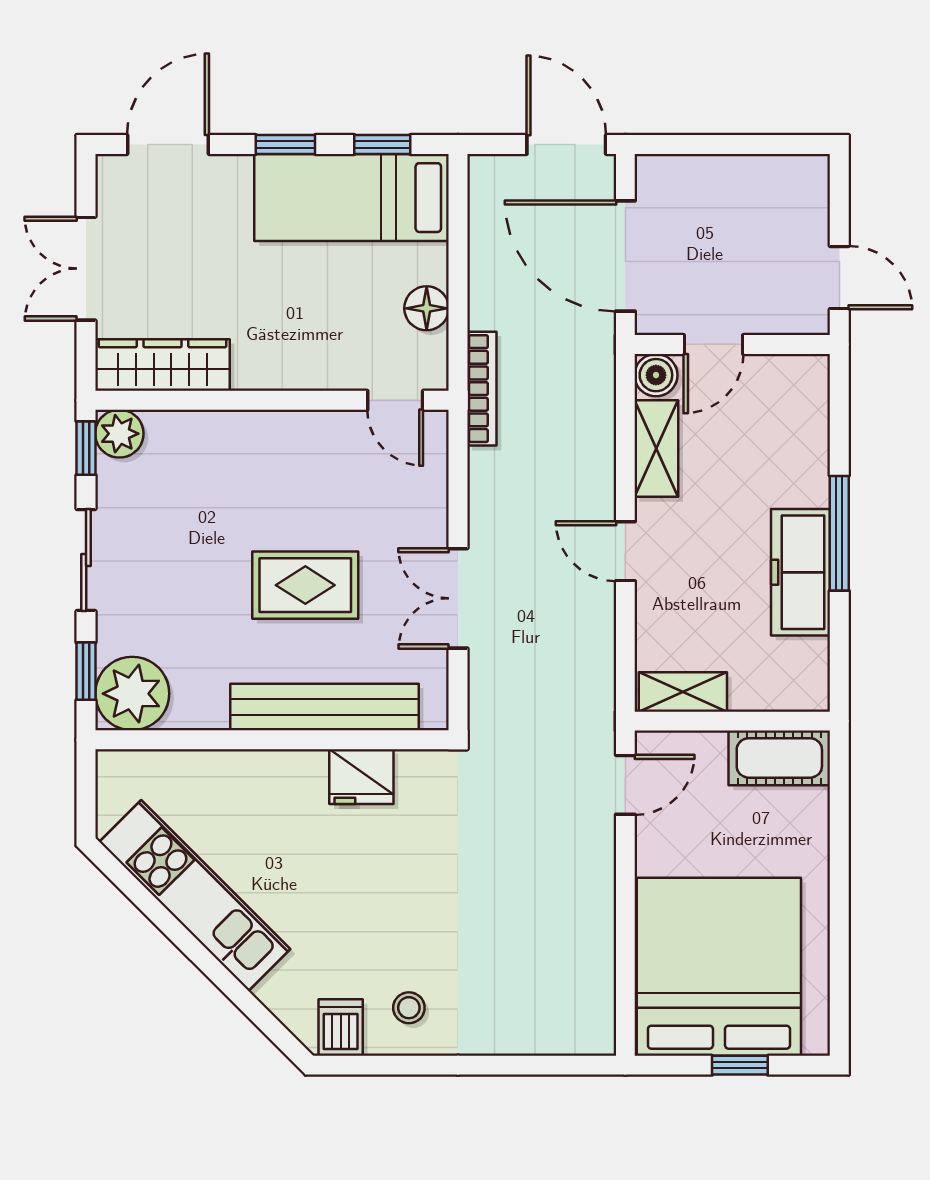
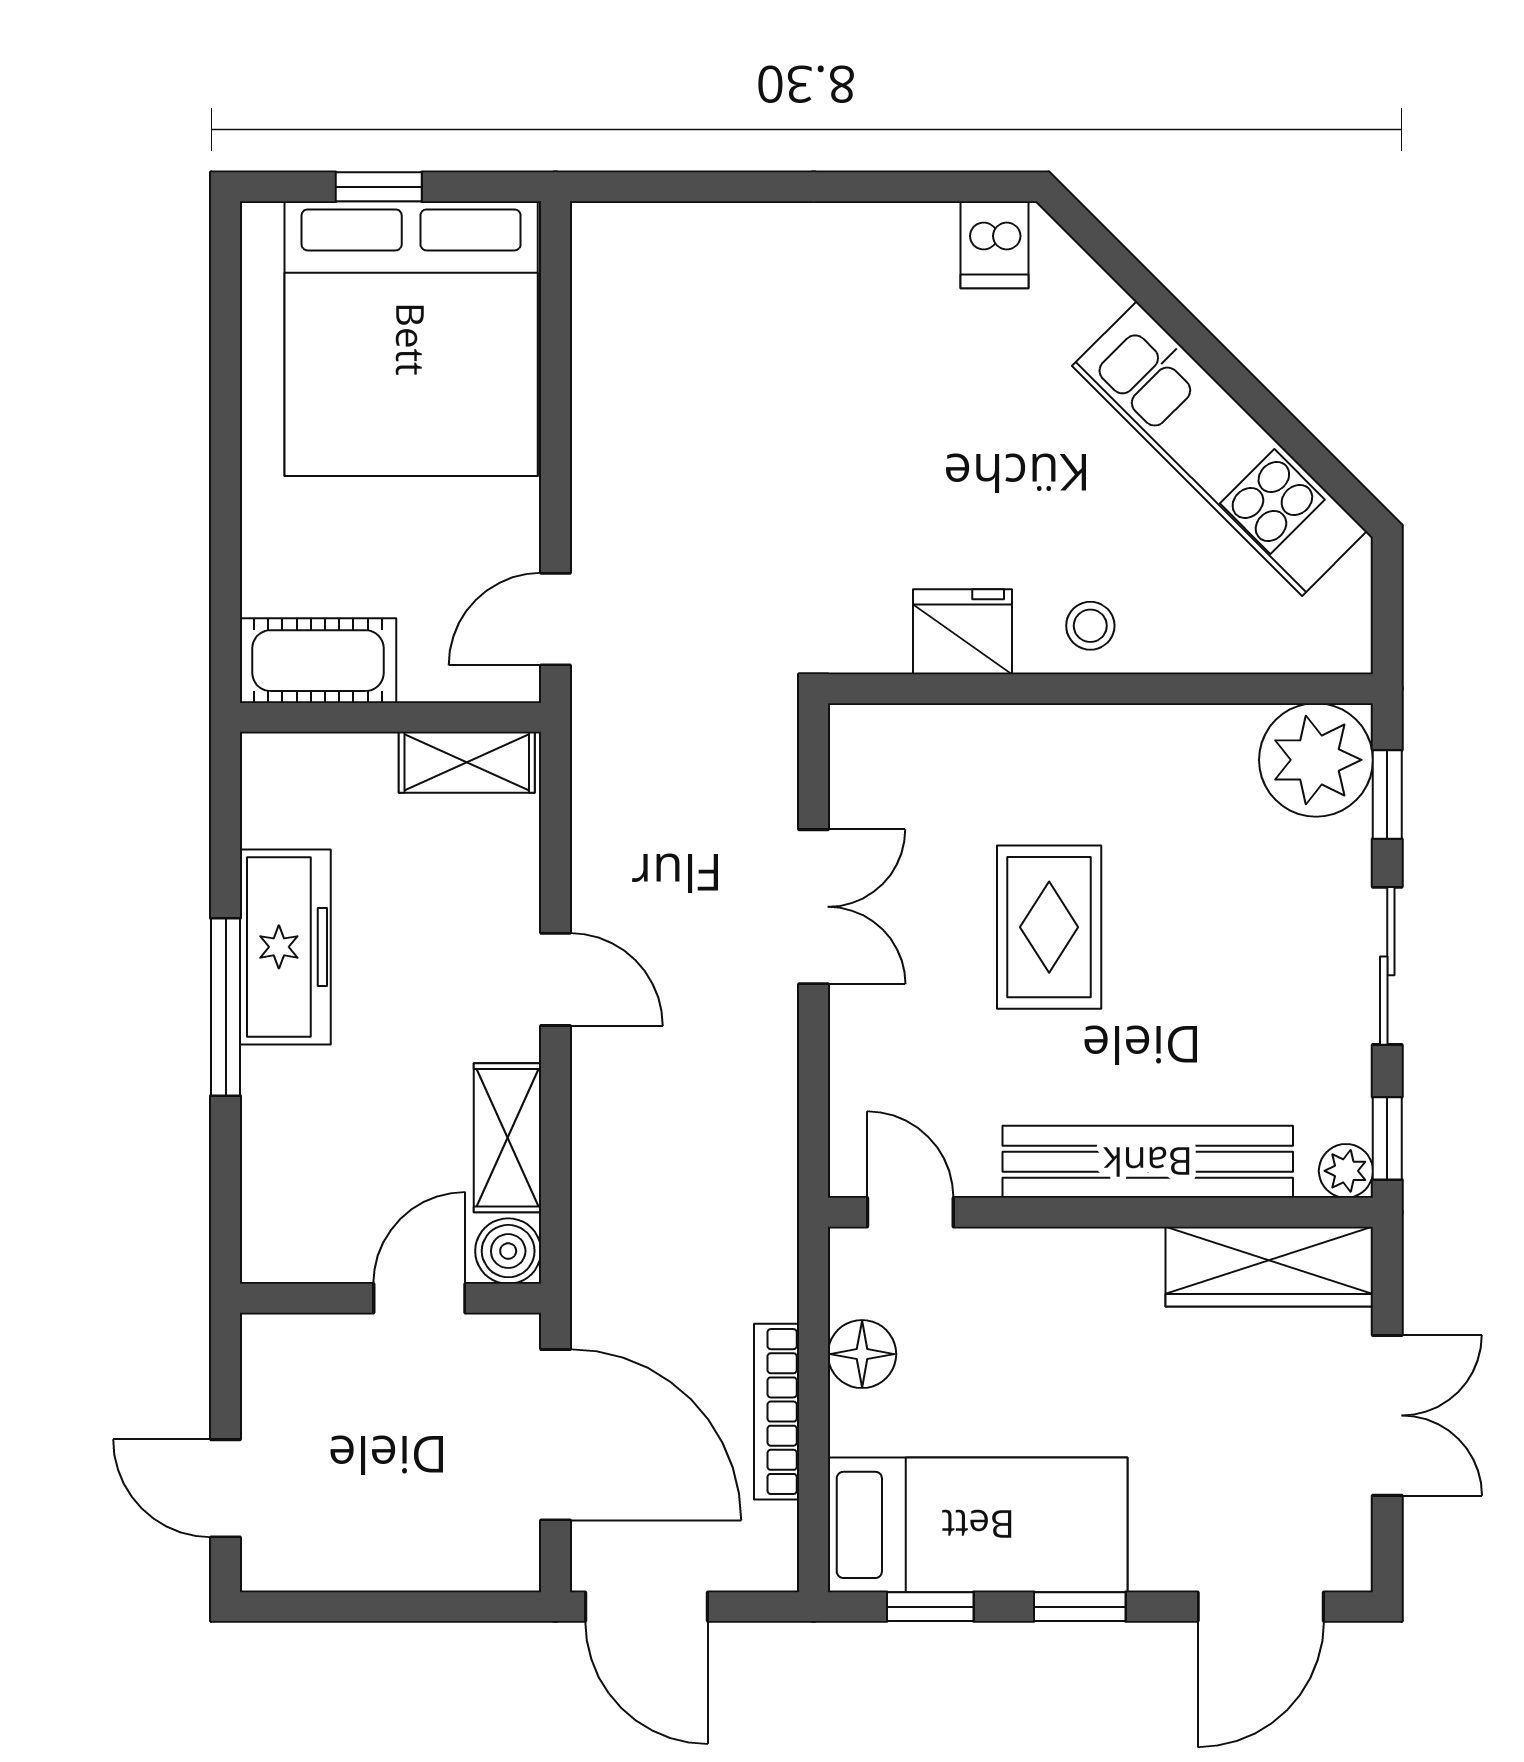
door: (839, 278) -> (226, 1488), moved
bookcase: (482, 389) -> (777, 1412), moved
plant: (119, 434) -> (1346, 1171), width x0.73, depth x0.73
rug: (305, 585) -> (1049, 927), turned 90
bench: (324, 707) -> (1148, 1162), moved
stool: (409, 1008) -> (1090, 626), moved

